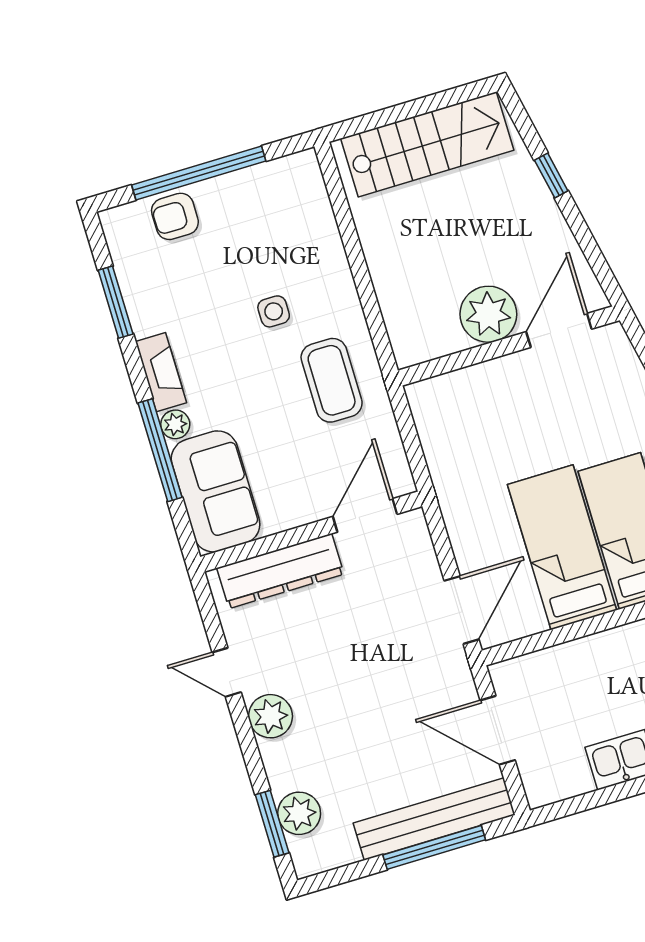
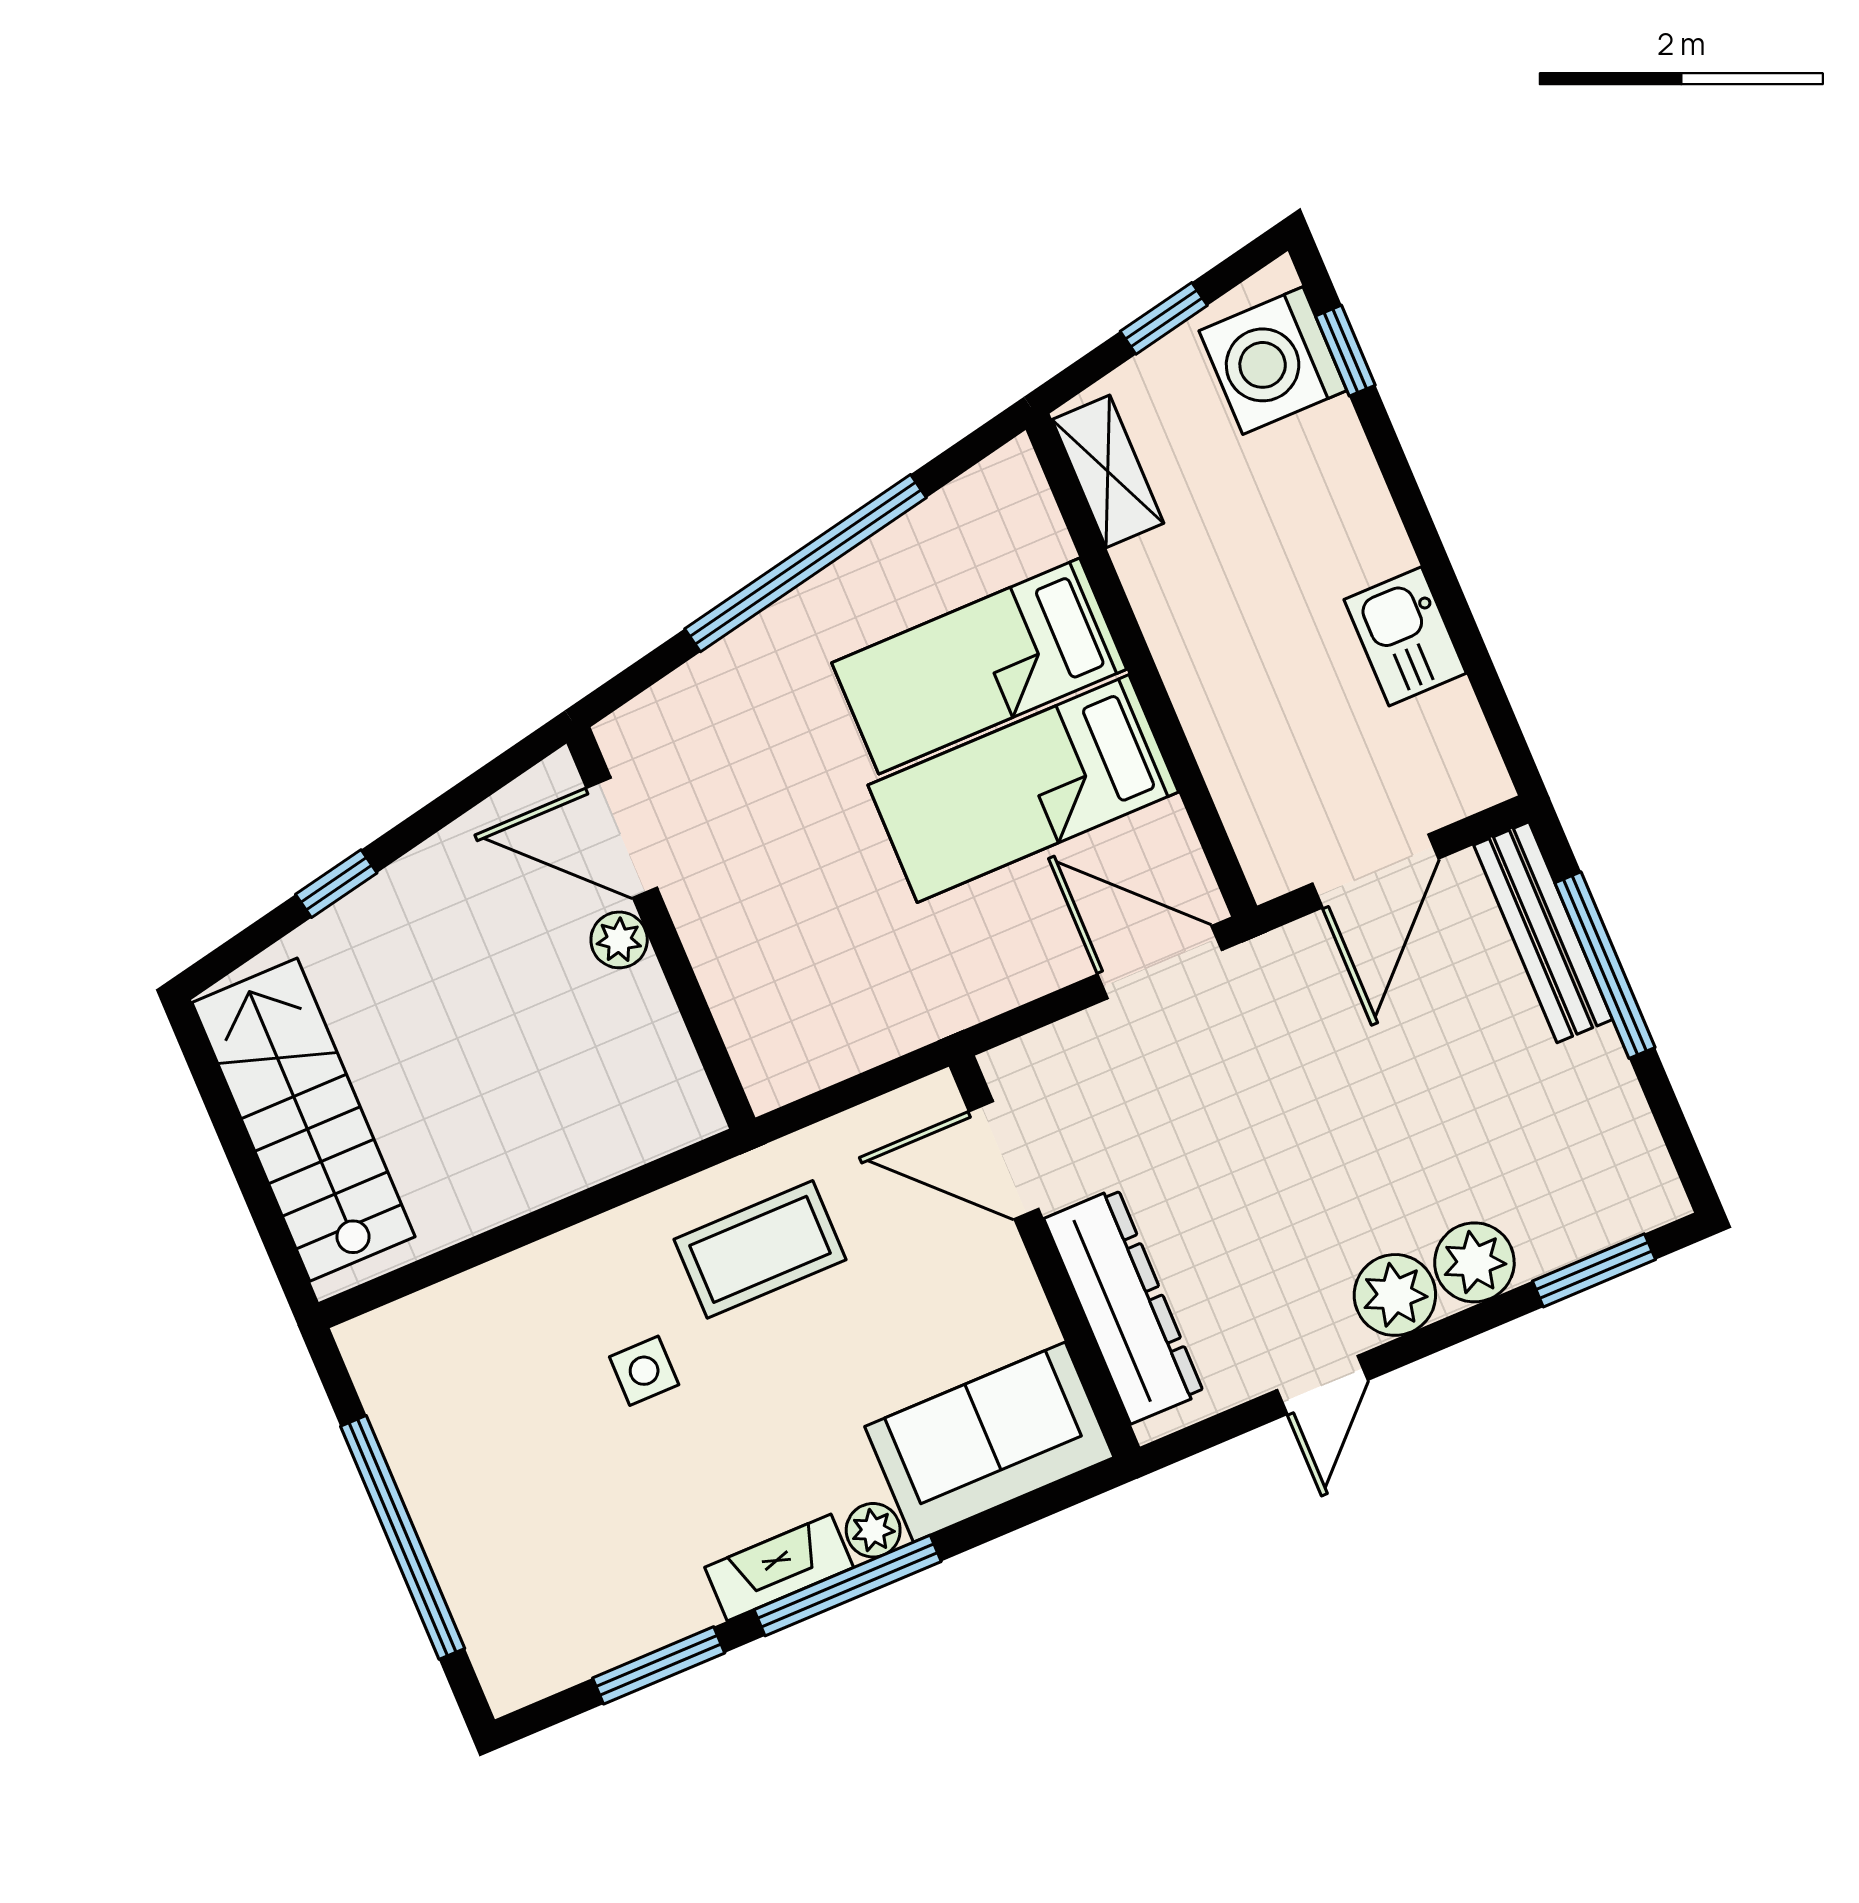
armchair: (175, 216) -> (488, 1573), removed
plant: (488, 314) -> (619, 940), width x0.53, depth x0.53
window: (160, 450) -> (848, 1586), moved
plant: (299, 813) -> (1474, 1262), moved
bench: (434, 819) -> (1543, 932), width x0.73, depth x0.82

